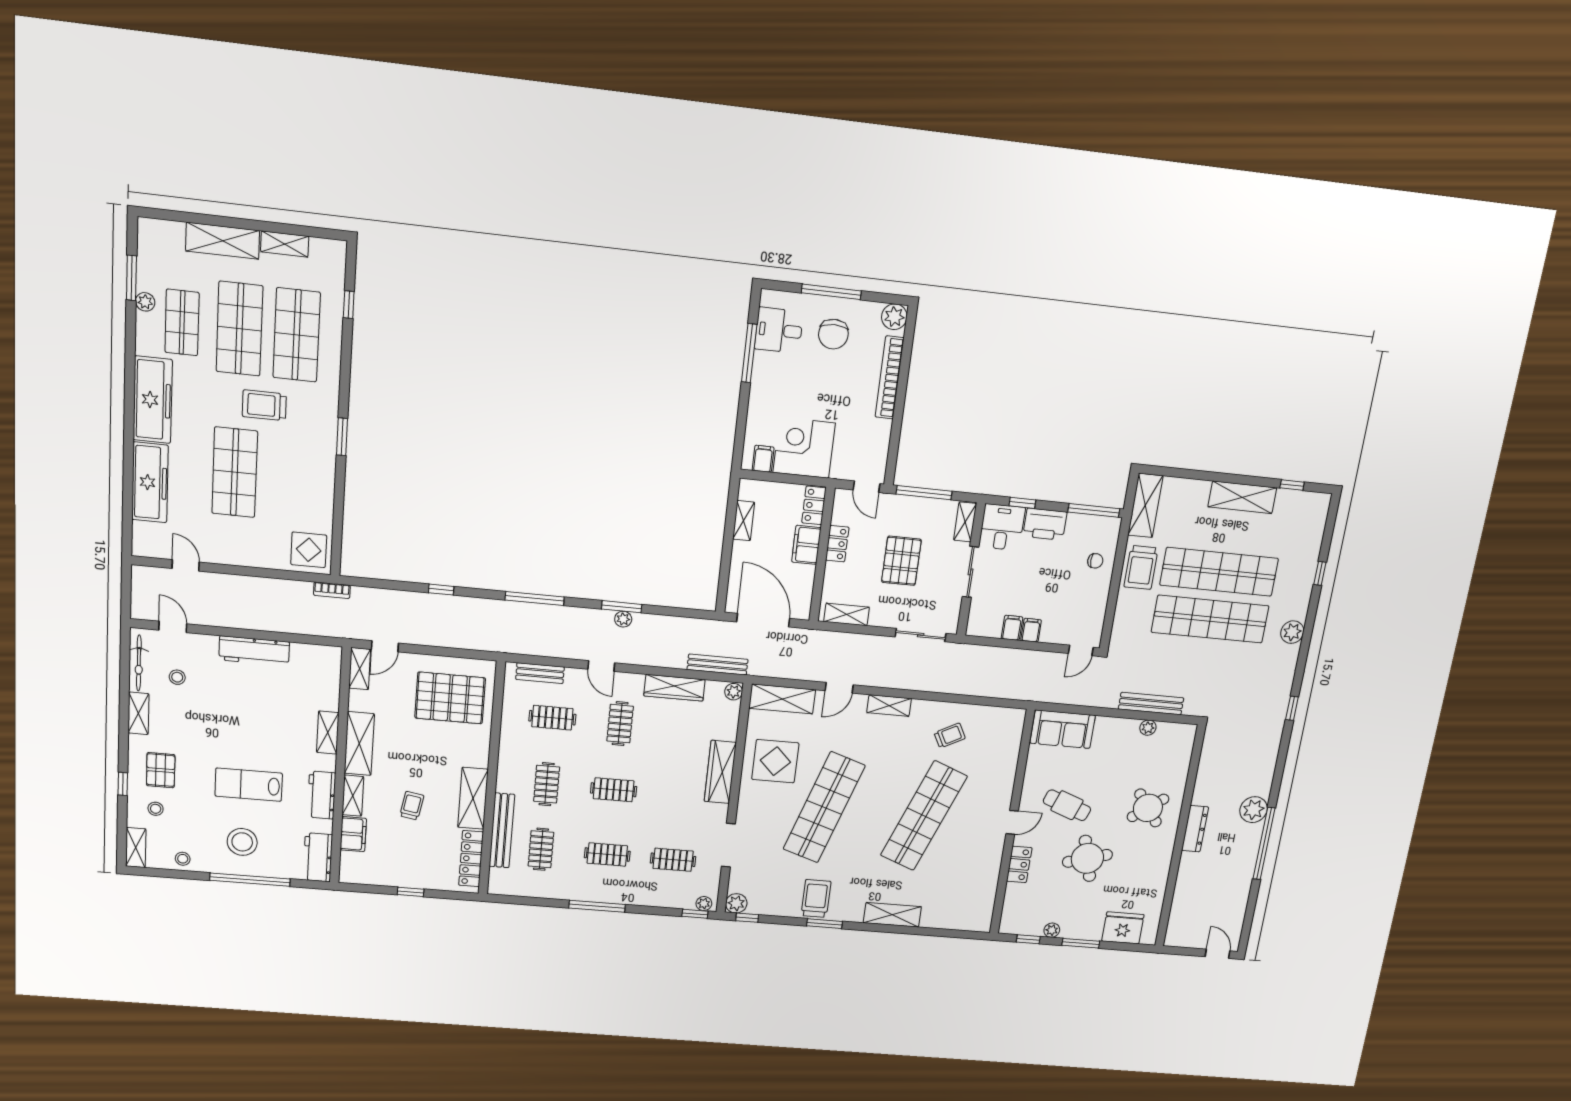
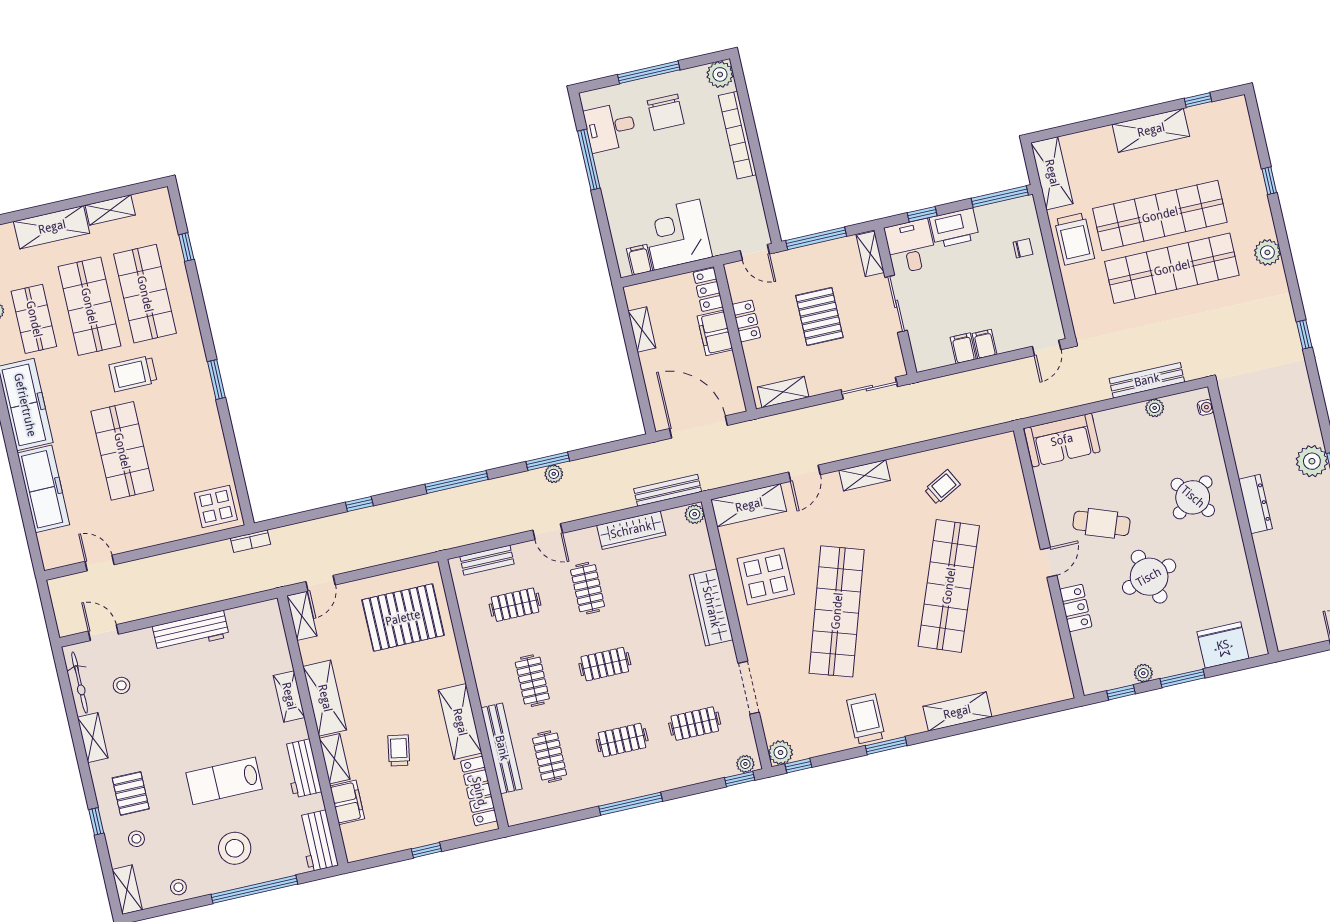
water cooler: (1188, 740) -> (1205, 407), added

